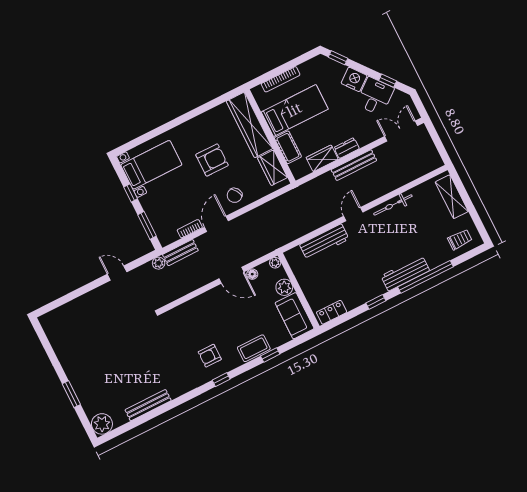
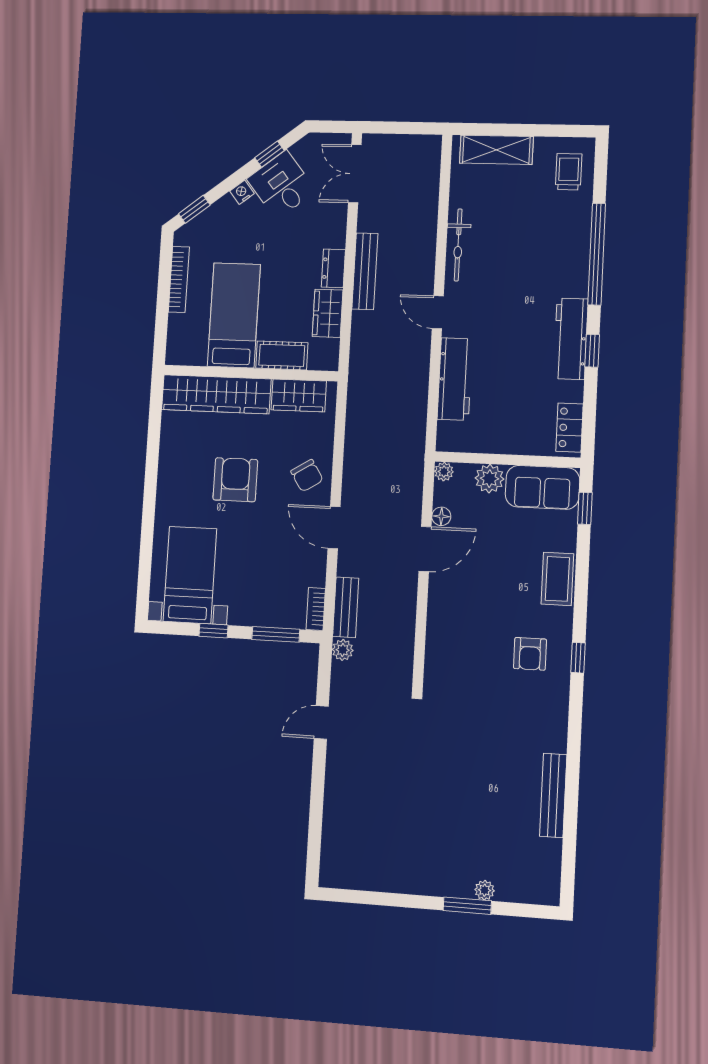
bookcase: (281, 79) -> (179, 279), moved
nightstand: (354, 79) -> (242, 192), width x0.53, depth x0.56
bookcase: (190, 229) -> (316, 609), moved
workbench: (405, 273) -> (571, 339), moved
window: (270, 355) -> (585, 508), moved
plant: (102, 424) -> (485, 890), moved, width x0.53, depth x0.53

